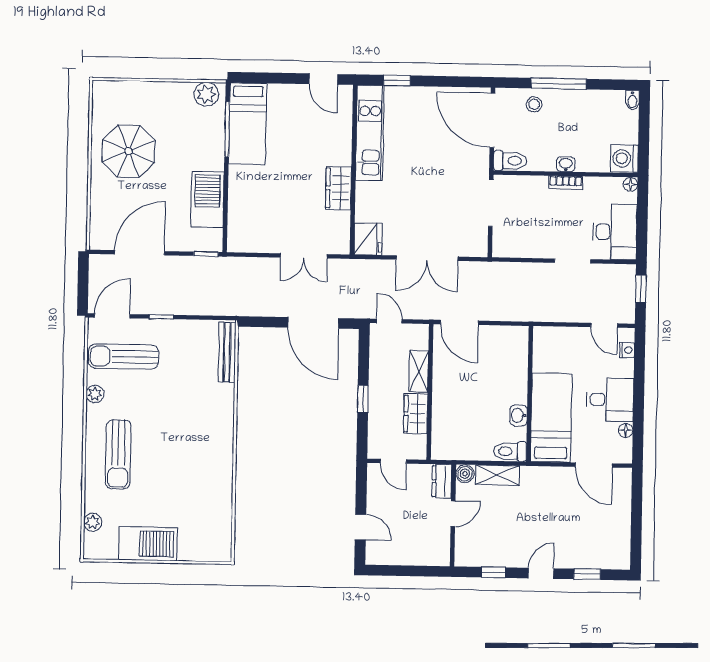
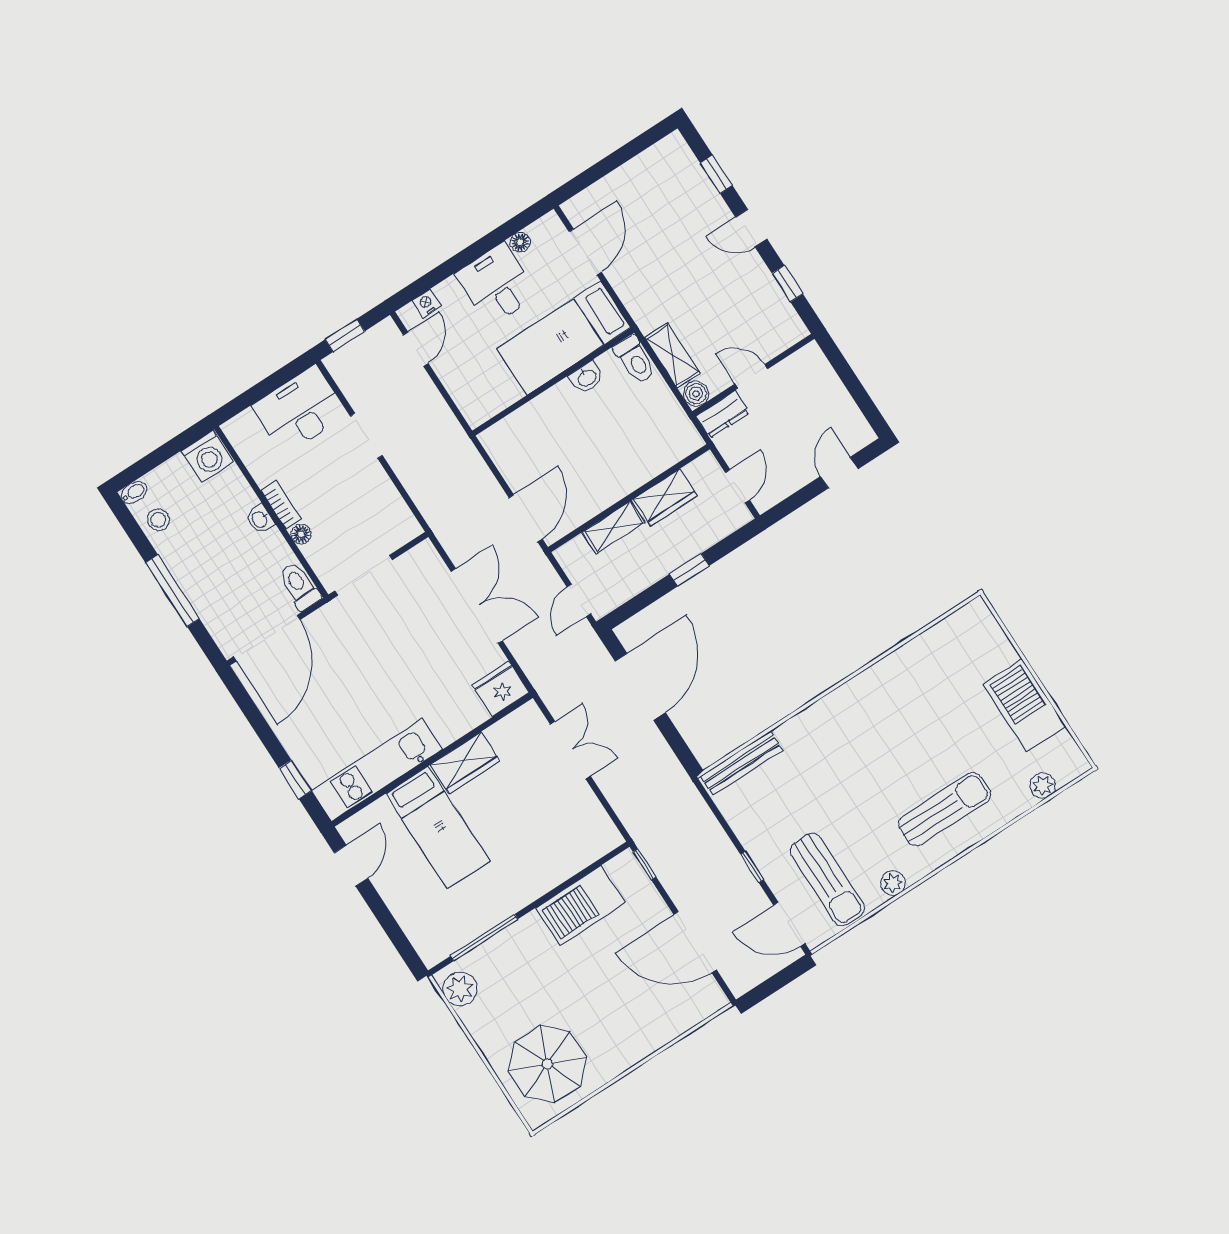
stool: (534, 104) -> (158, 520), moved
bed: (248, 124) -> (438, 828), moved, turned 90
parasol: (129, 151) -> (547, 1064), moved
floor lamp: (630, 184) -> (301, 534), moved

